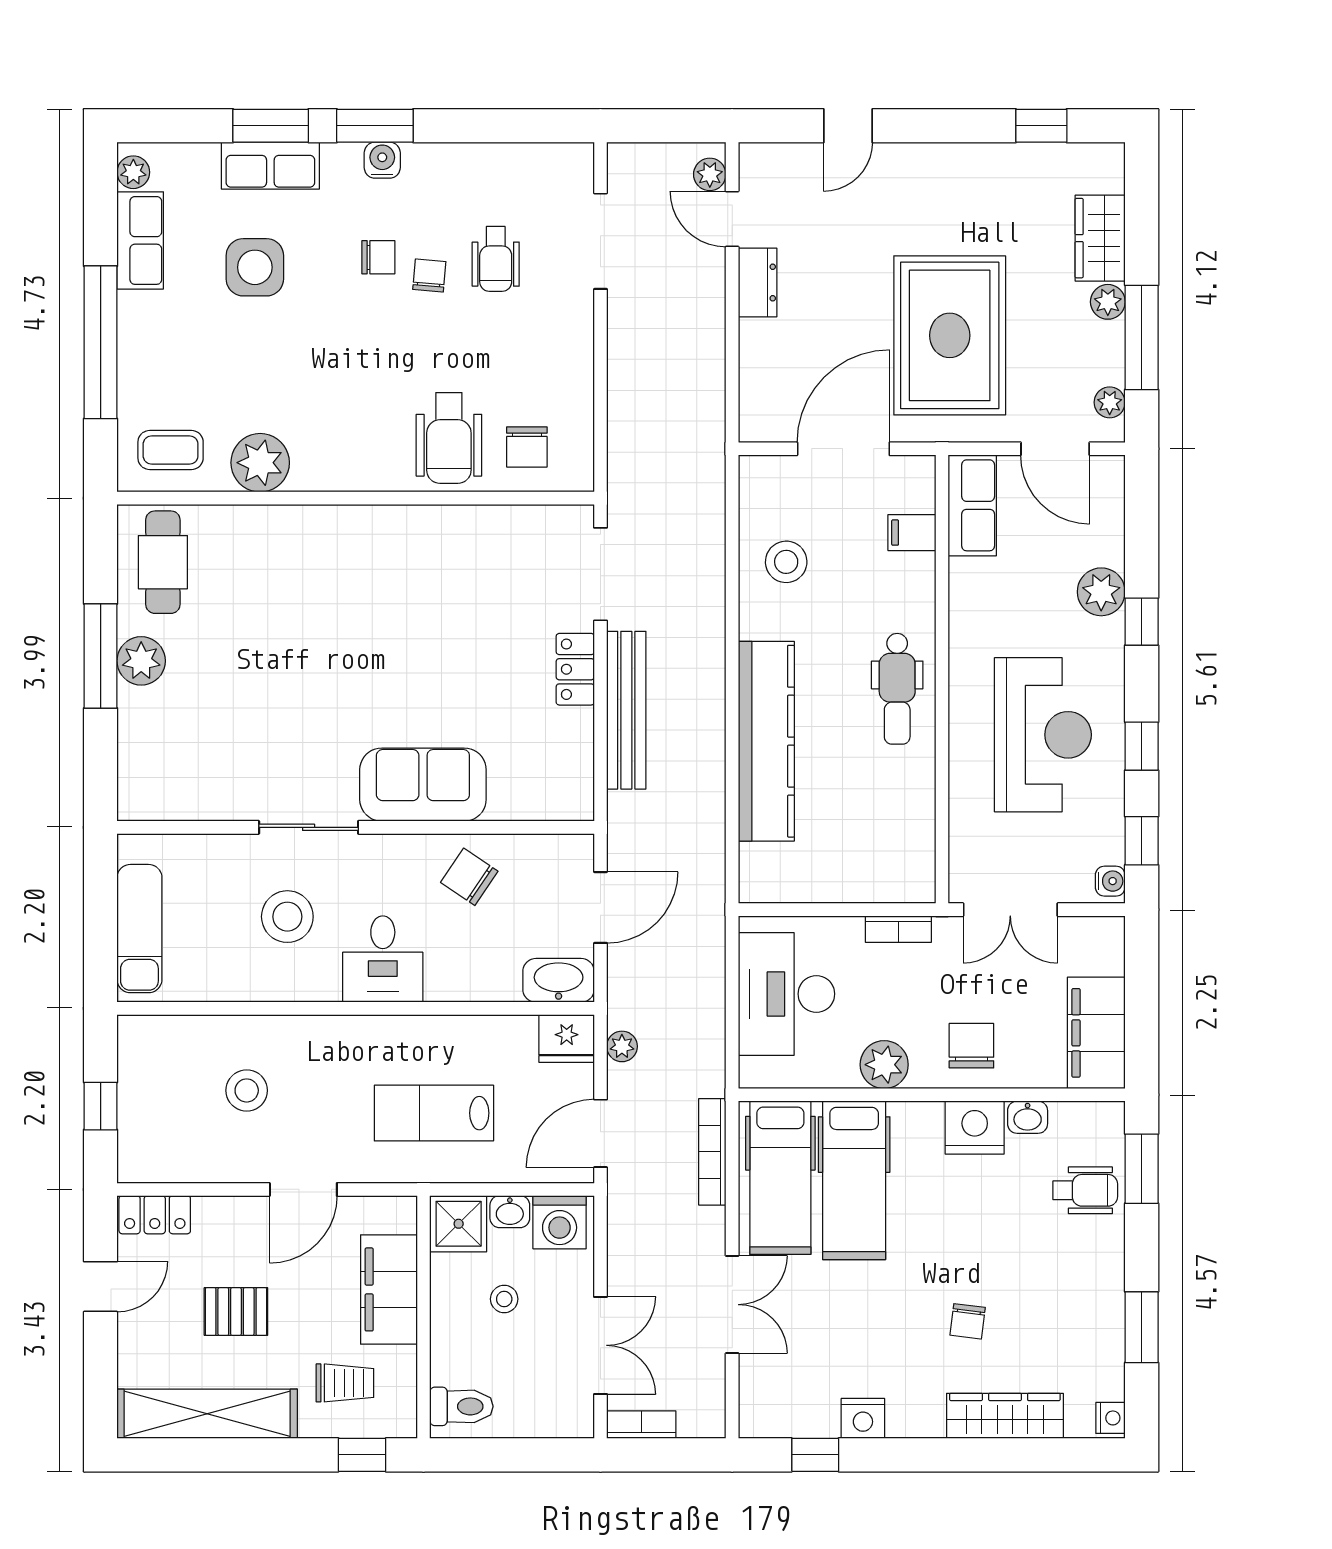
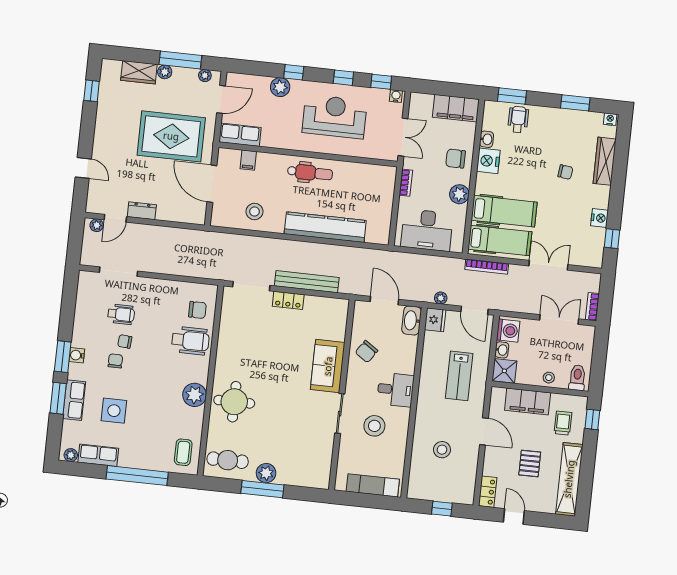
plant: (260, 463) -> (195, 395), moved
round table: (309, 563) -> (234, 402), added
stool: (504, 1299) -> (549, 378), moved

